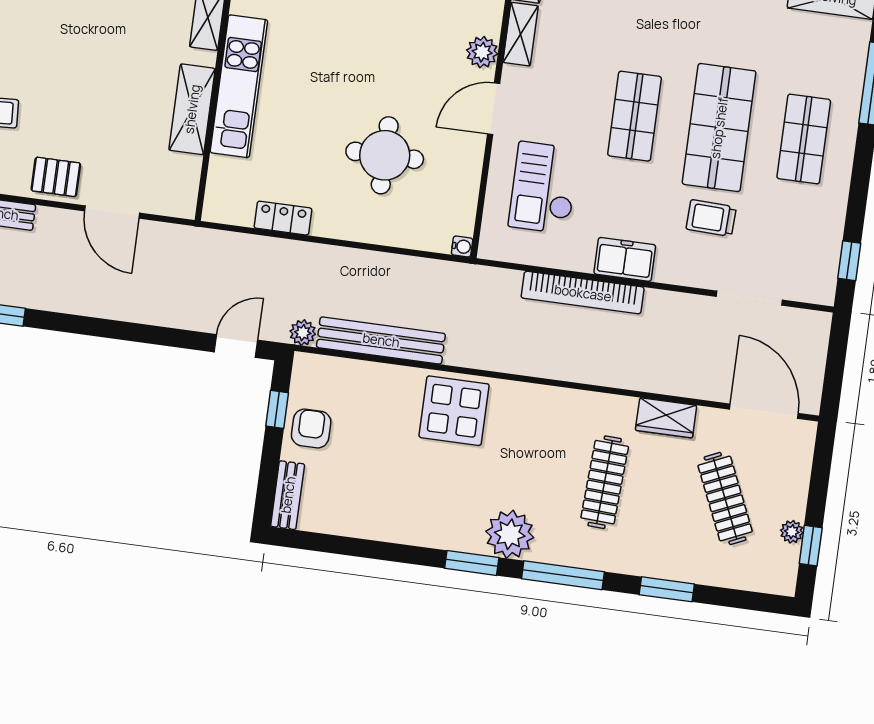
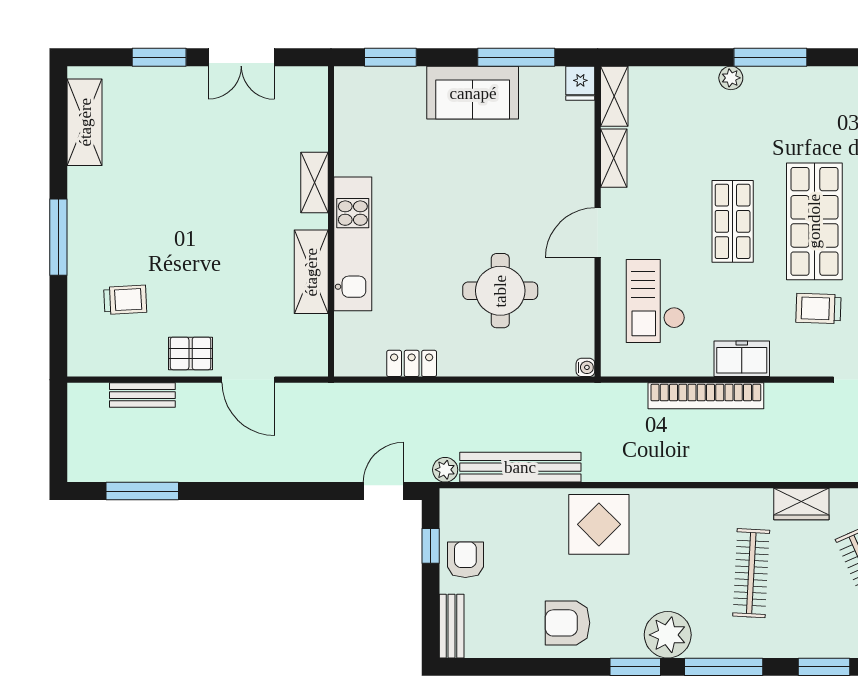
plant: (482, 52) -> (580, 180), removed
armchair: (408, 508) -> (568, 623), added

